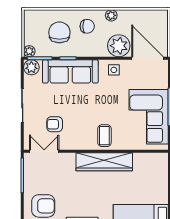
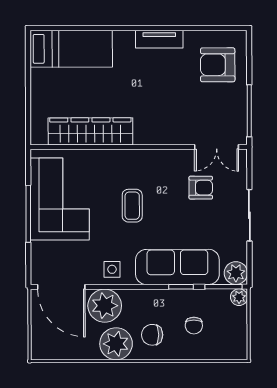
plant: (111, 15) -> (116, 344), width x1.88, depth x1.88
chair: (59, 32) -> (194, 326), width x0.54, depth x0.54
coffee table: (104, 136) -> (132, 206), moved
wardrobe: (104, 162) -> (90, 131), moved

